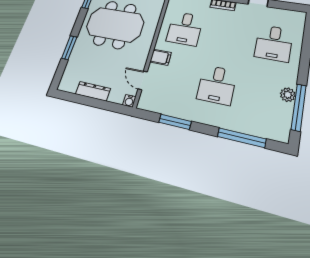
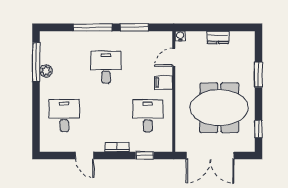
door: (143, 80) -> (174, 57), swing flipped
dresser: (93, 91) -> (218, 37), width x0.70
window: (242, 138) -> (93, 27), moved

